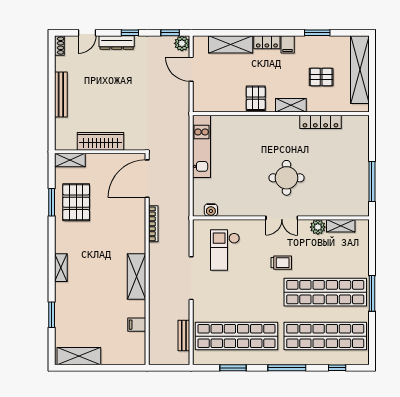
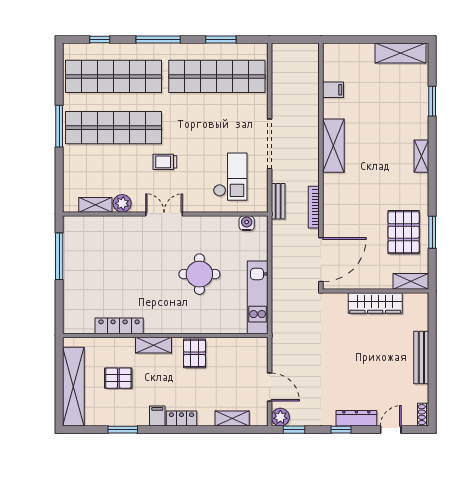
shelving: (231, 44) -> (232, 418), width x0.67, depth x0.75
round table: (286, 178) -> (199, 274), moved
bench: (184, 336) -> (278, 201), moved

